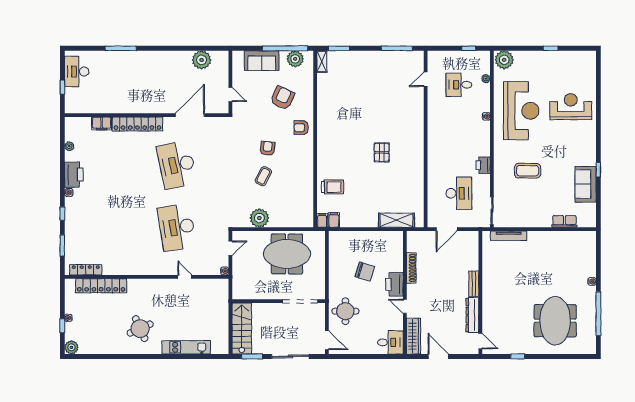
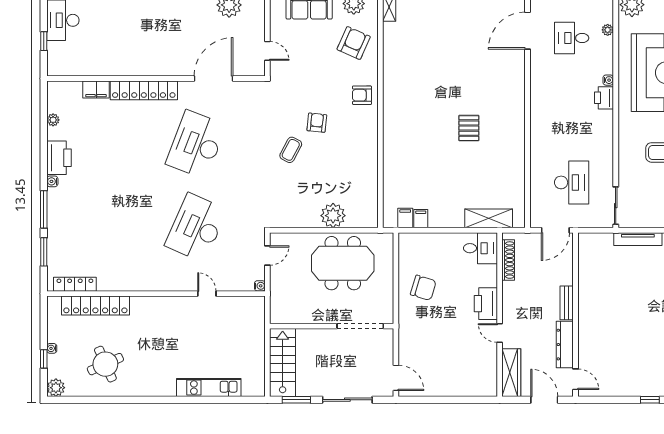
door: (426, 79) -> (527, 31), width x1.87
armchair: (282, 98) -> (354, 43), moved
desk: (177, 165) -> (196, 144), turned 33
printer: (483, 165) -> (604, 98), moved
coffee table: (263, 176) -> (291, 150), moved
trolley: (332, 187) -> (403, 174), removed
window: (62, 213) -> (44, 209), width x2.17
plant: (259, 218) -> (333, 216), moved
filing cabinet: (322, 220) -> (421, 219), moved
desk: (177, 227) -> (196, 228), turned 33
shoe rack: (411, 268) -> (508, 260), moved
chair: (365, 272) -> (423, 288), moved
bench: (474, 284) -> (567, 303), moved
wall: (480, 293) -> (575, 315), moved
round table: (345, 311) -> (421, 339), removed
dresser: (472, 315) -> (565, 345), moved
round table: (140, 329) -> (105, 364), moved
door: (480, 341) -> (575, 379), moved
desk: (390, 342) -> (480, 248), moved

